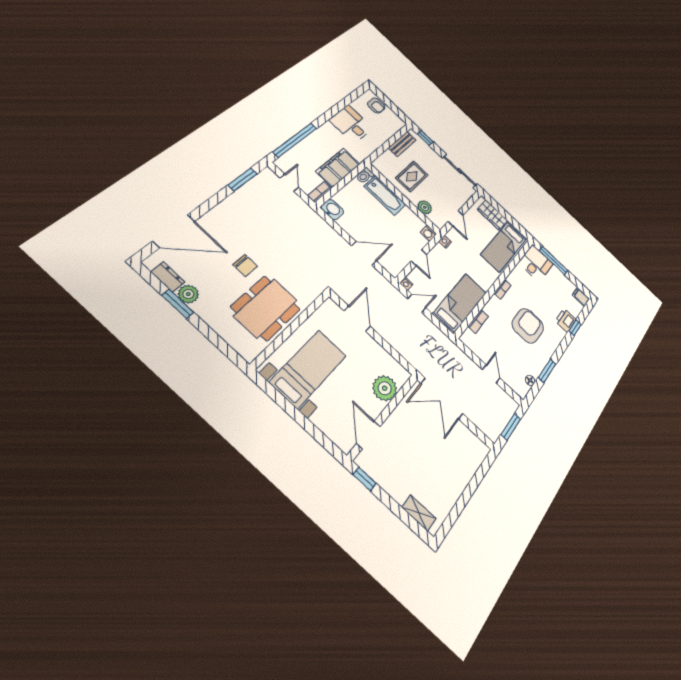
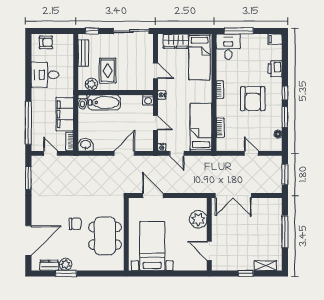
plant: (425, 207) -> (91, 84), moved
door: (417, 303) -> (177, 153), swing flipped
armchair: (528, 326) -> (253, 99), turned 180
window: (575, 328) -> (285, 93), moved
window: (365, 479) -> (246, 273), moved
window: (469, 491) -> (285, 232), added

